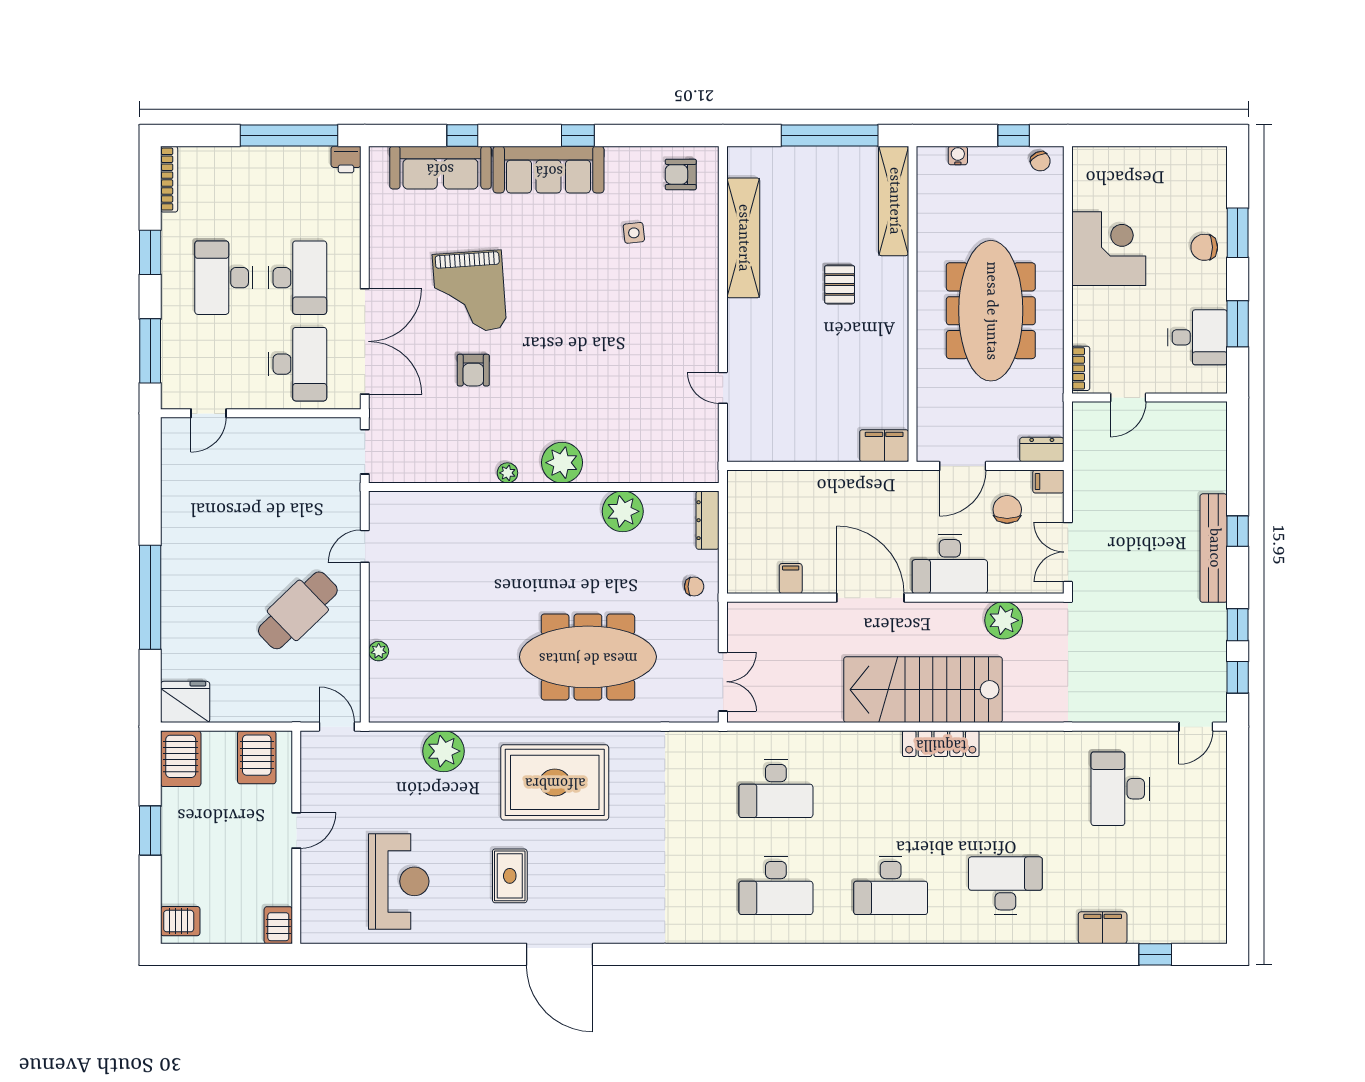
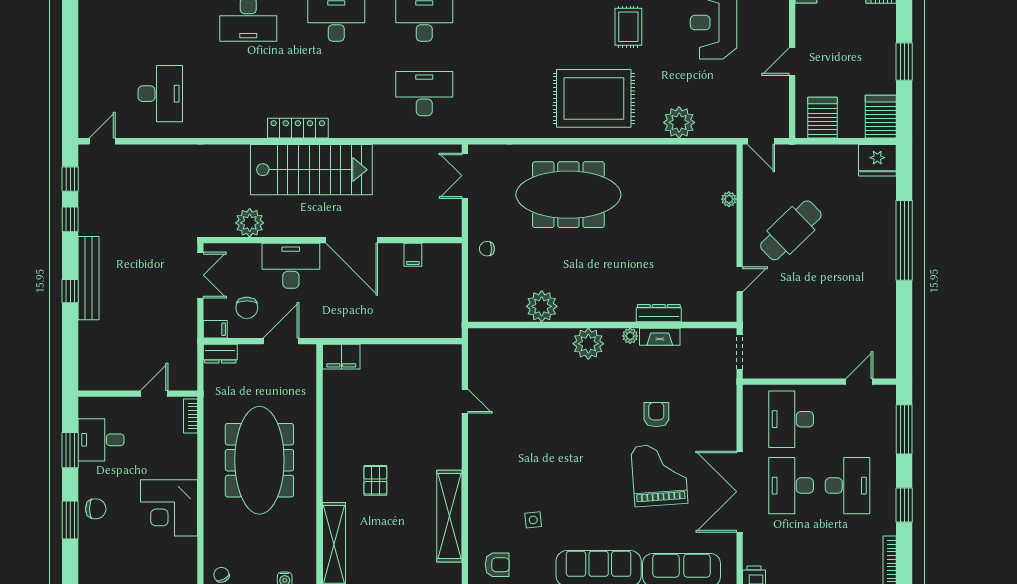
double door: (365, 341) -> (740, 492), moved
fireplace: (469, 472) -> (660, 337), added
dresser: (707, 520) -> (659, 313), moved, turned -90

